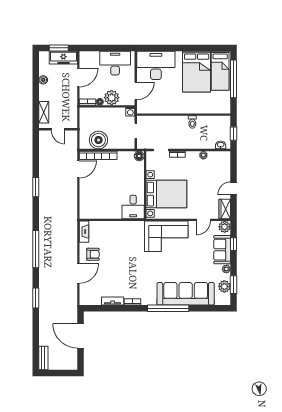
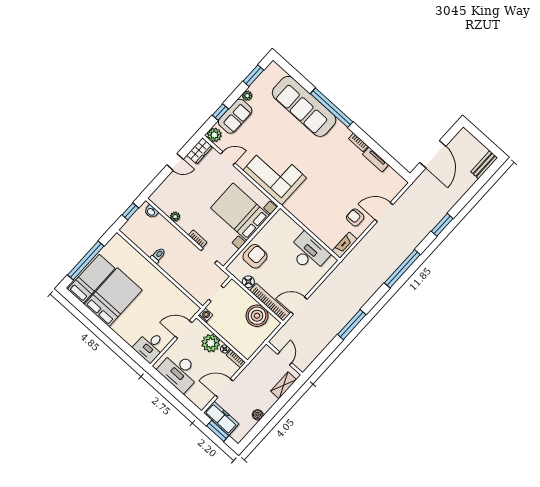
desk: (156, 65) -> (150, 346), width x0.53, depth x0.77
floor lamp: (139, 156) -> (248, 282), moved
armchair: (133, 175) -> (255, 256), added
window: (36, 187) -> (352, 325), width x1.44
desk: (133, 207) -> (308, 253), moved, width x1.37
plant: (224, 286) -> (263, 81), removed

